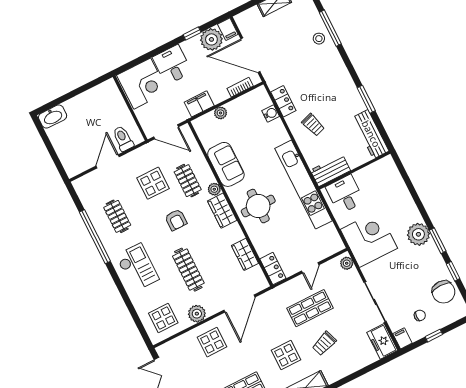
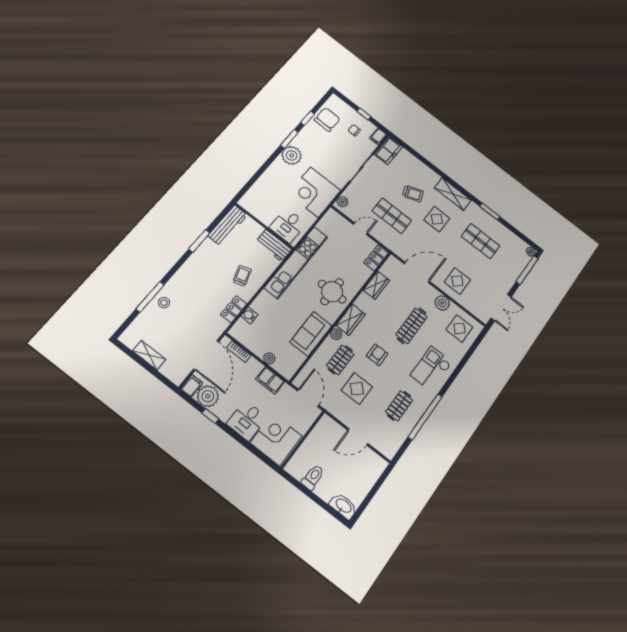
toilet: (123, 139) -> (313, 477), moved, turned 180

